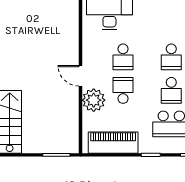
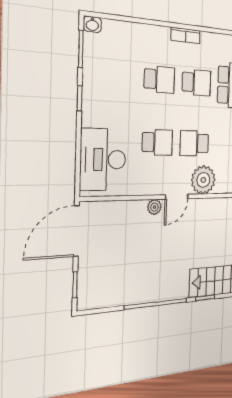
plant: (73, 56) -> (154, 207), added

